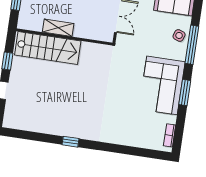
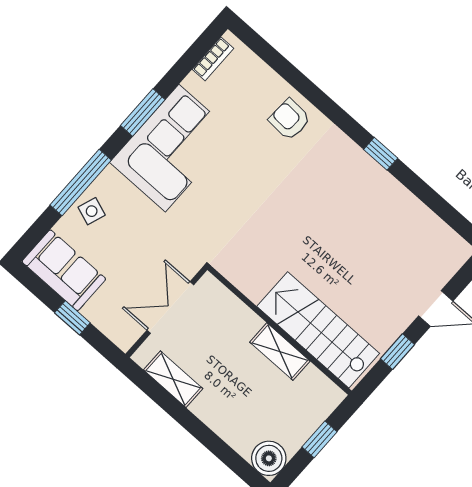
armchair: (119, 131) -> (290, 119), added

